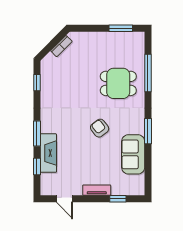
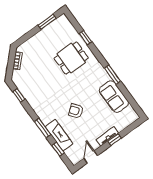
window: (148, 73) -> (85, 38), width x0.46
armchair: (100, 128) -> (76, 111), moved
door: (64, 199) -> (91, 157), swing flipped
window: (118, 199) -> (114, 140), moved

